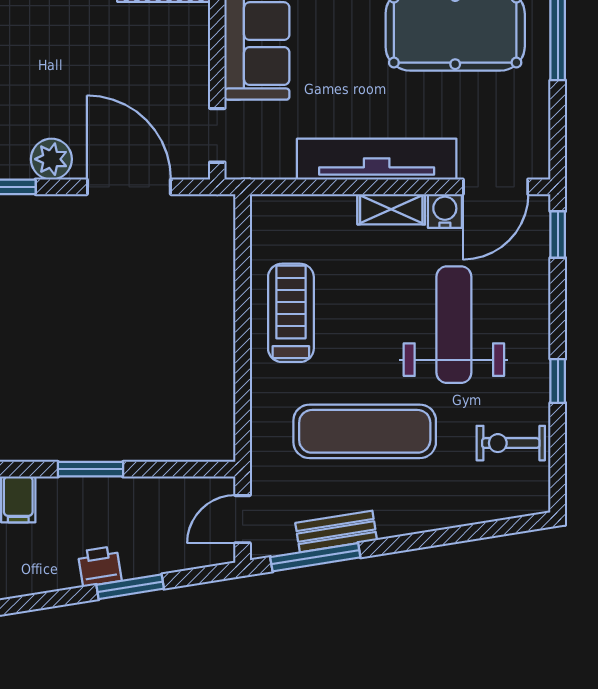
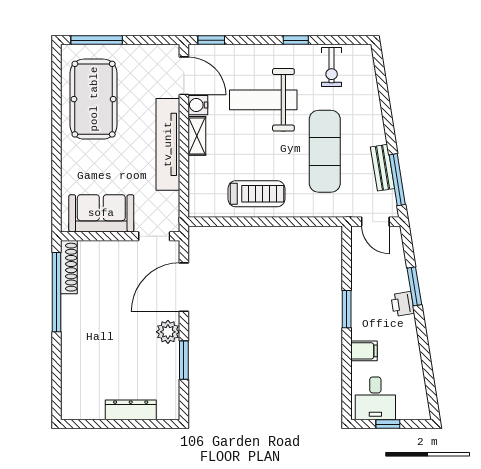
treadmill: (291, 313) -> (256, 194), turned 180

